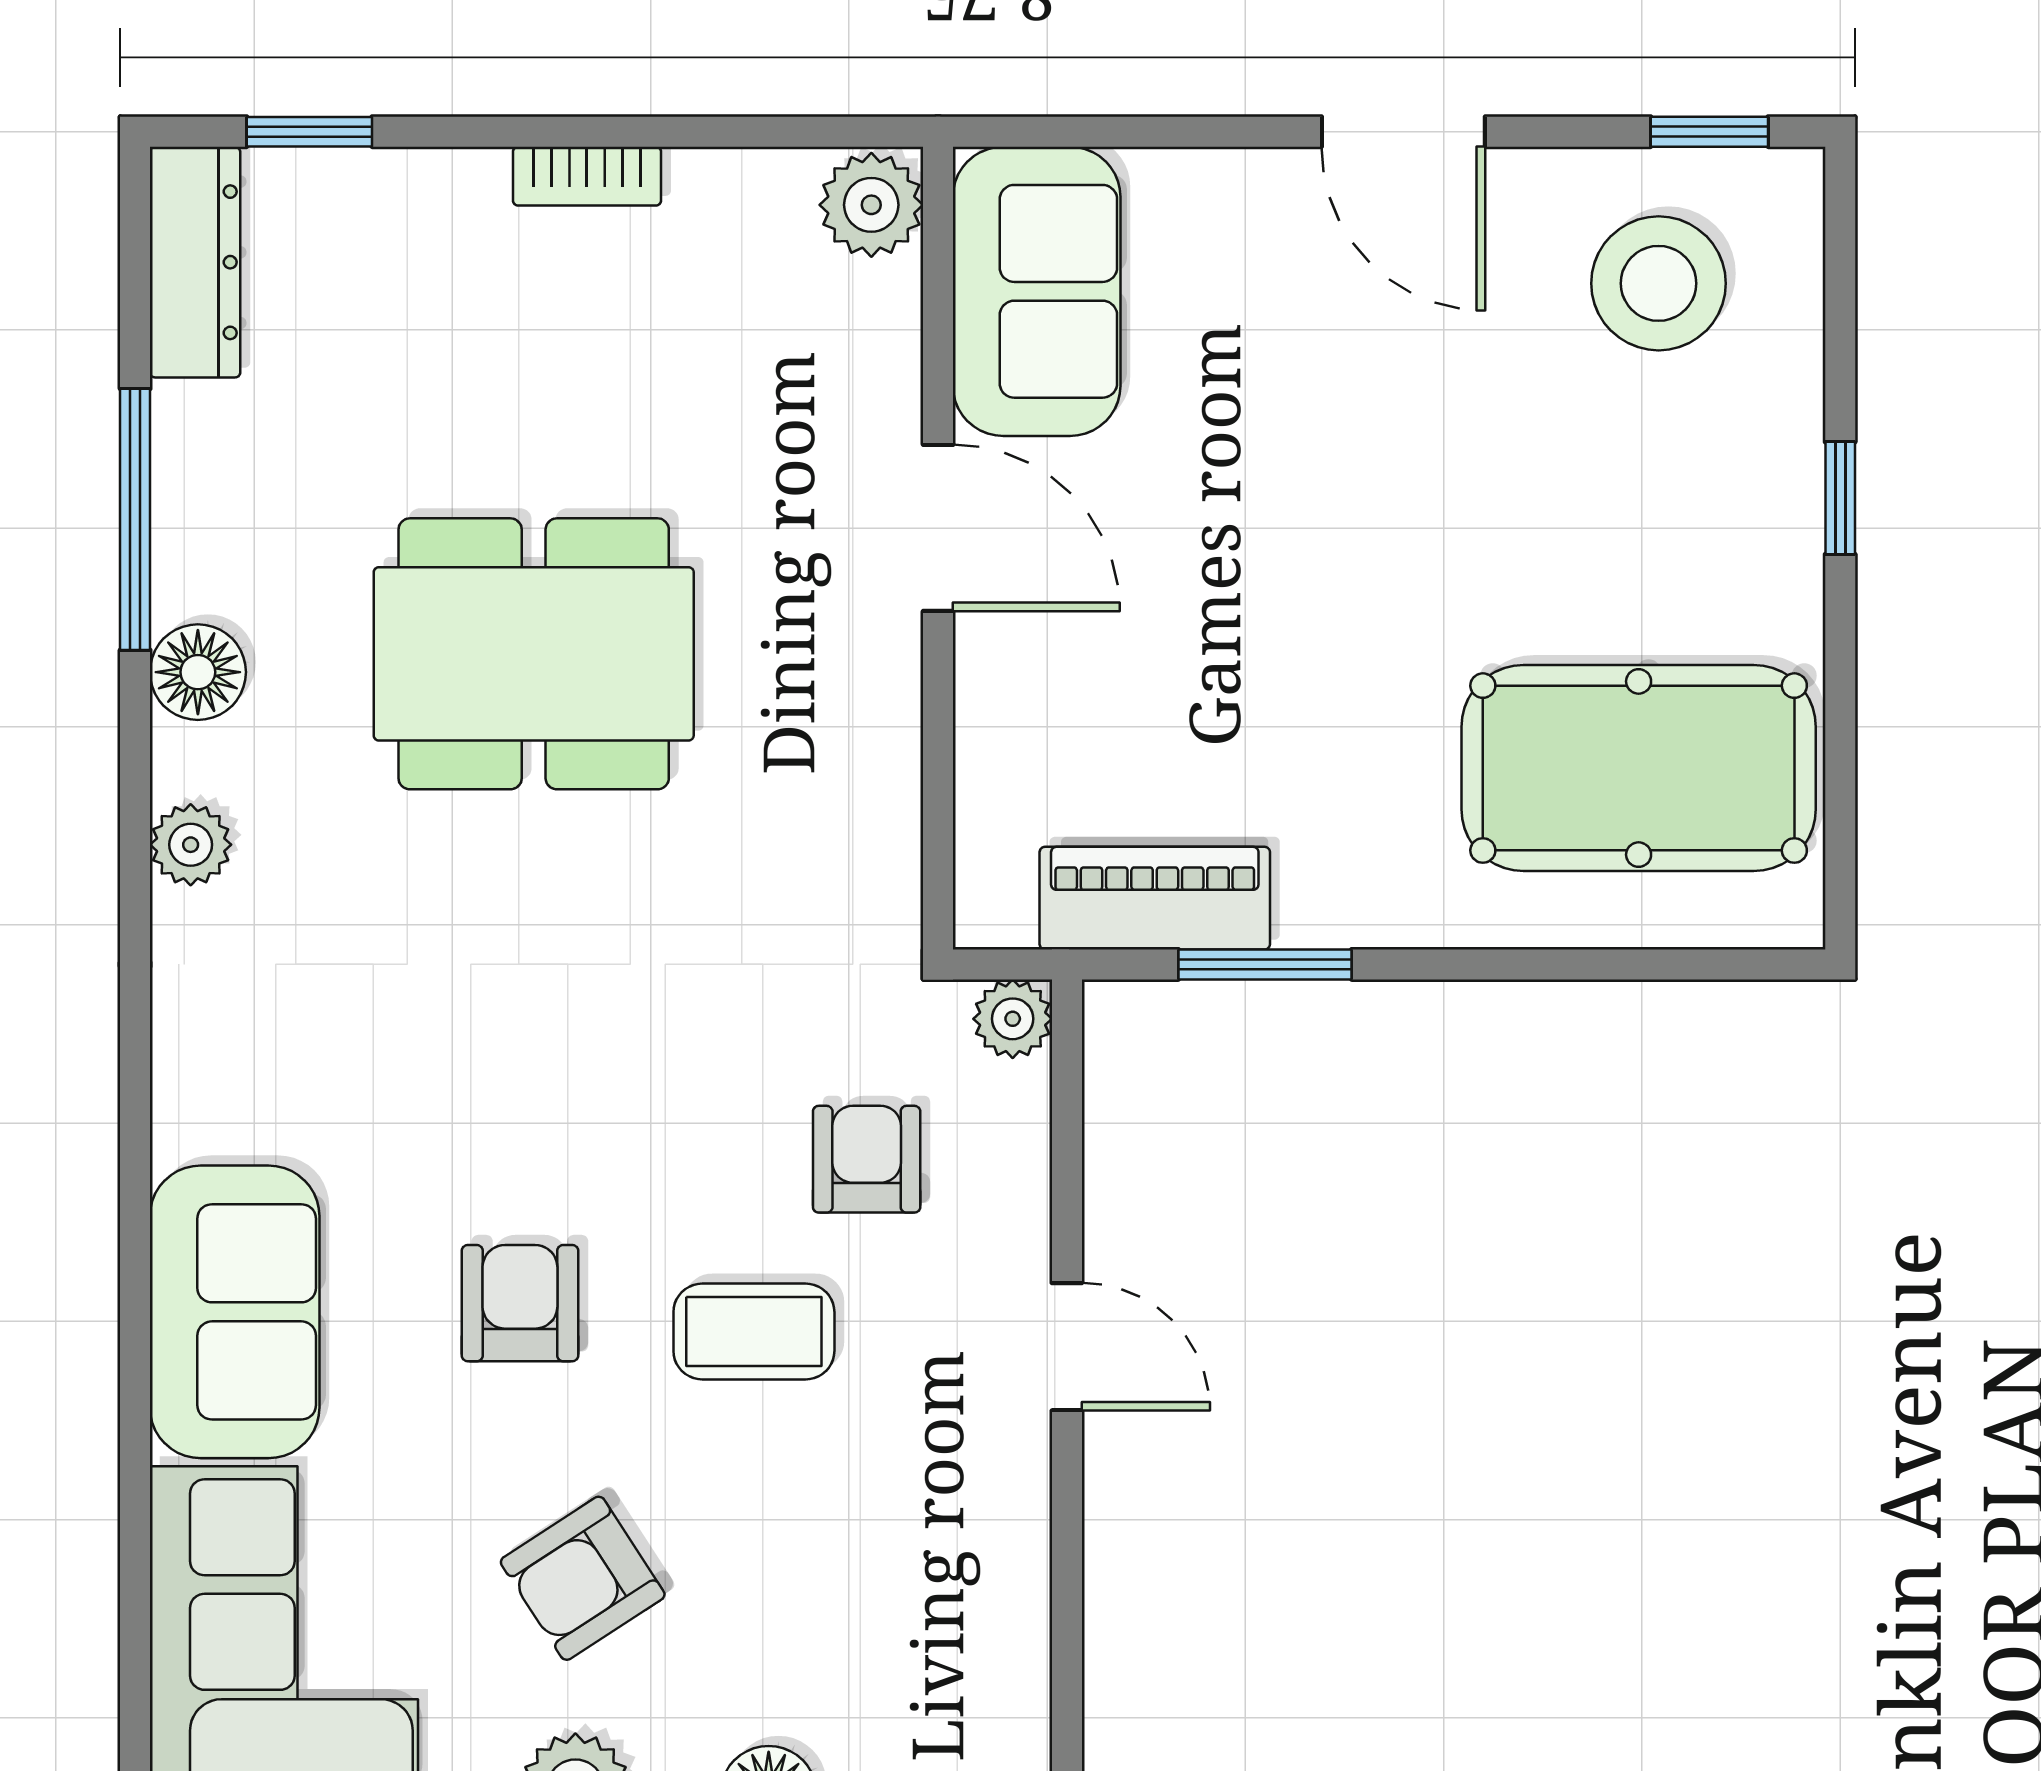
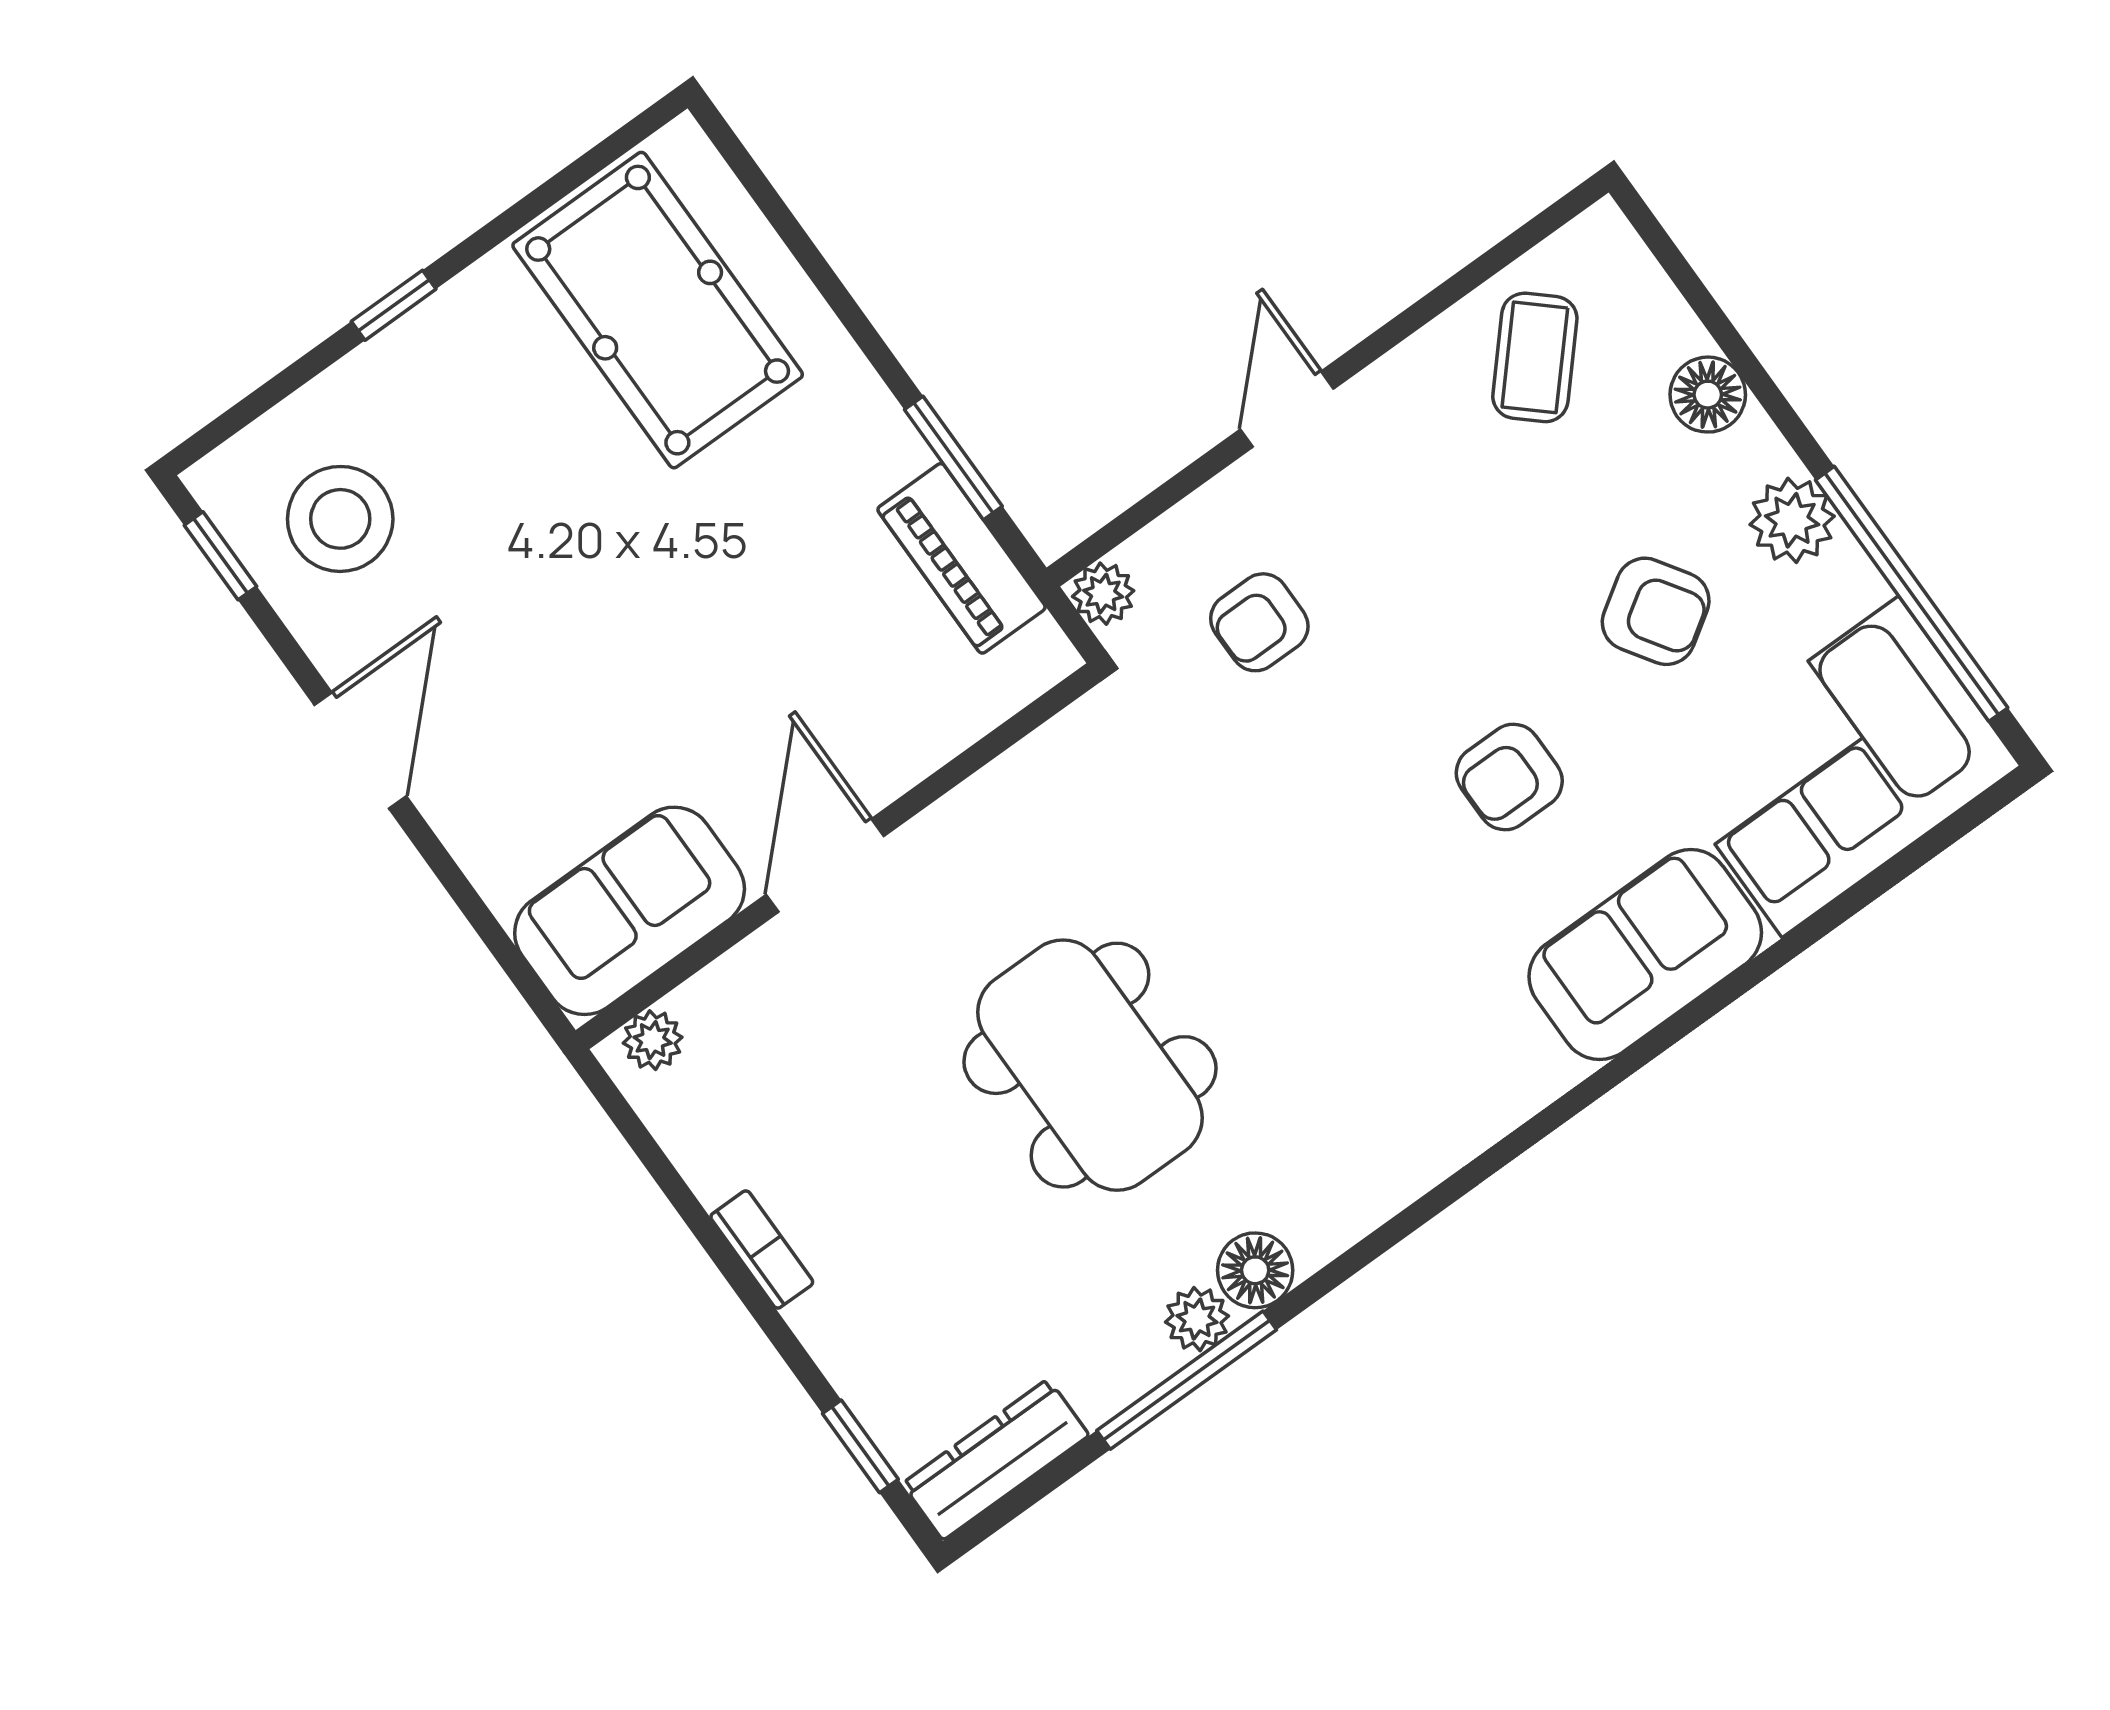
plant: (871, 205) -> (653, 1040), width x0.73, depth x0.73
plant: (191, 845) -> (1197, 1319), moved
coffee table: (754, 1332) -> (1535, 357), moved, turned 42

